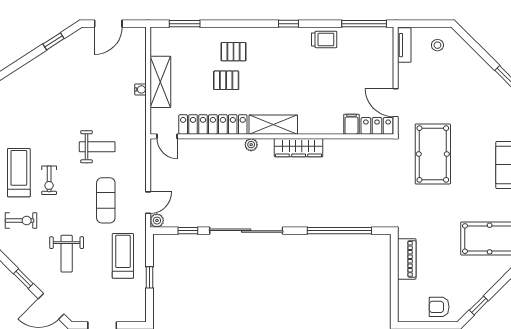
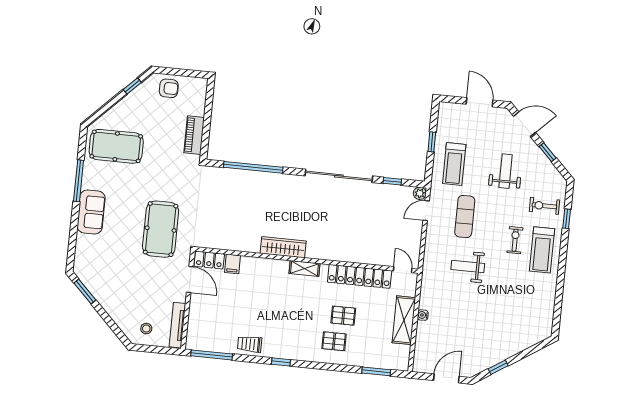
tv unit: (404, 45) -> (177, 325), width x1.41
shelving: (273, 125) -> (304, 268), width x0.67, depth x0.75
plant: (251, 145) -> (326, 254), removed

